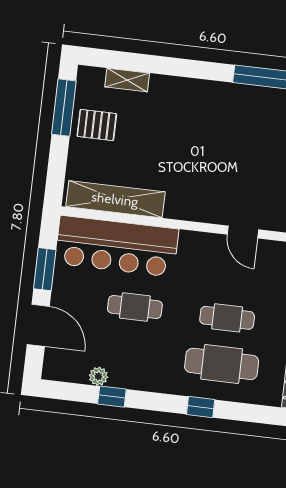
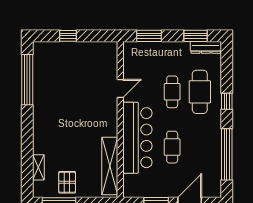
bar counter: (117, 246) -> (137, 138), moved
plant: (98, 376) -> (216, 164), removed
window: (112, 397) -> (227, 154), width x3.17

